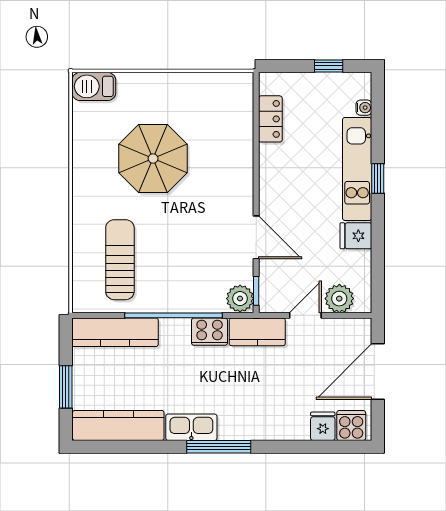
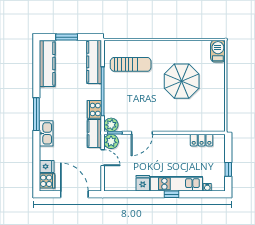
plant: (339, 299) -> (111, 141), moved
kitchen sink: (191, 427) -> (46, 133), moved

